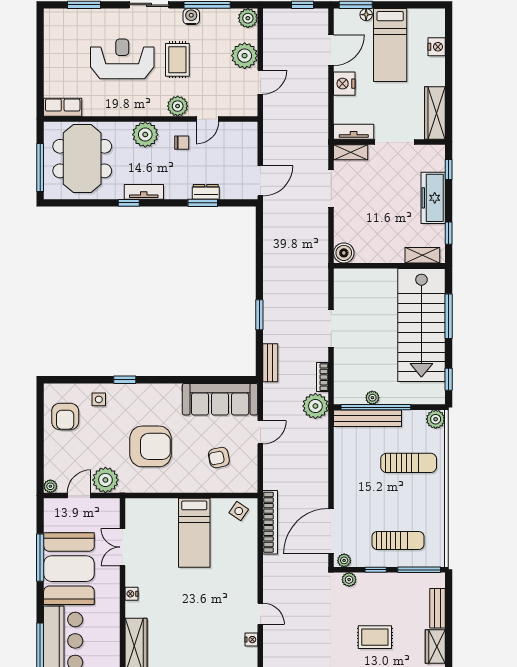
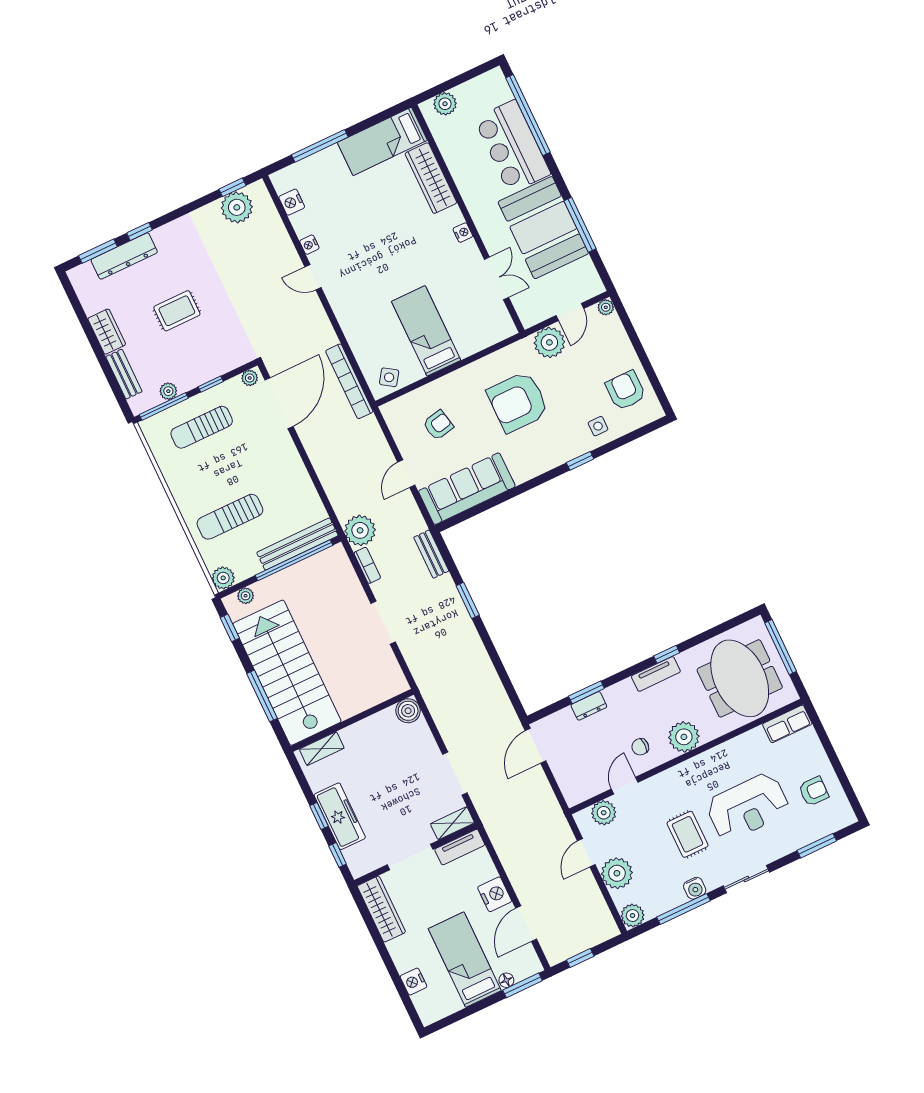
armchair: (67, 47) -> (814, 791), added
plant: (178, 106) -> (604, 813), moved
window: (449, 233) -> (319, 816), moved
plant: (372, 398) -> (246, 596), moved
plant: (349, 580) -> (168, 391), moved

